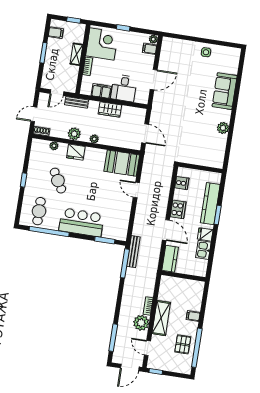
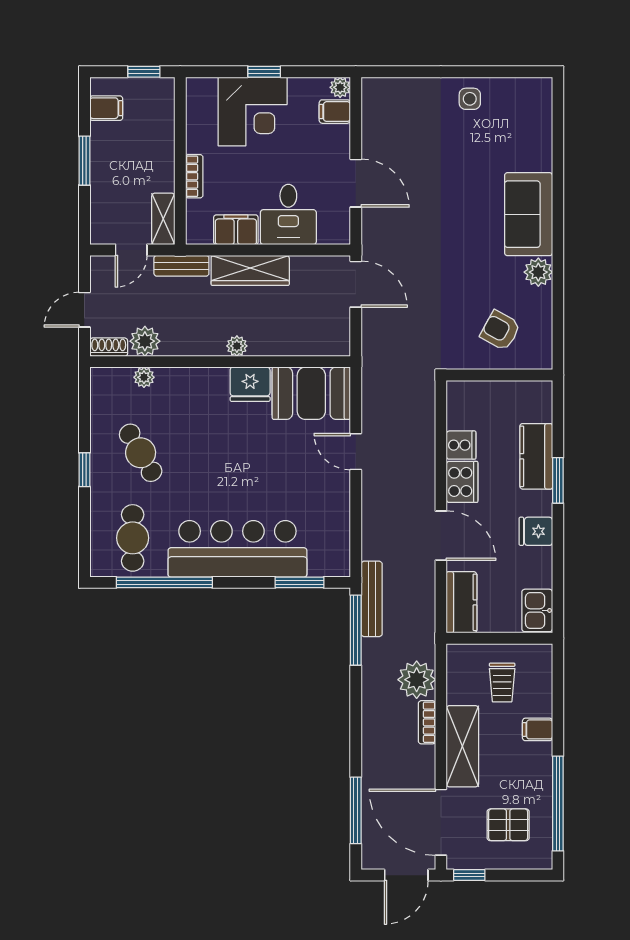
corner desk: (102, 44) -> (253, 111), moved, turned 90
shelving: (76, 54) -> (163, 219), moved
door: (154, 80) -> (356, 183), hinge flipped
sofa: (225, 91) -> (529, 214), moved
wardrobe: (110, 110) -> (250, 270), width x1.50
door: (145, 133) -> (356, 284), moved
plant: (74, 134) -> (145, 341), moved
armchair: (204, 149) -> (500, 330), added
fridge: (76, 152) -> (250, 384), moved
cafe table: (58, 181) -> (141, 453), moved
cooker: (182, 183) -> (461, 445), moved
kitchen counter: (210, 204) -> (536, 456), width x0.67
bar counter: (81, 222) -> (237, 549), width x1.36
kitchen sink: (203, 250) -> (537, 610), moved
trolley: (182, 294) -> (502, 683), added
plant: (141, 323) -> (417, 680), moved
pallet: (183, 344) -> (508, 825), moved, turned 90
door: (147, 348) -> (441, 822), width x1.88

